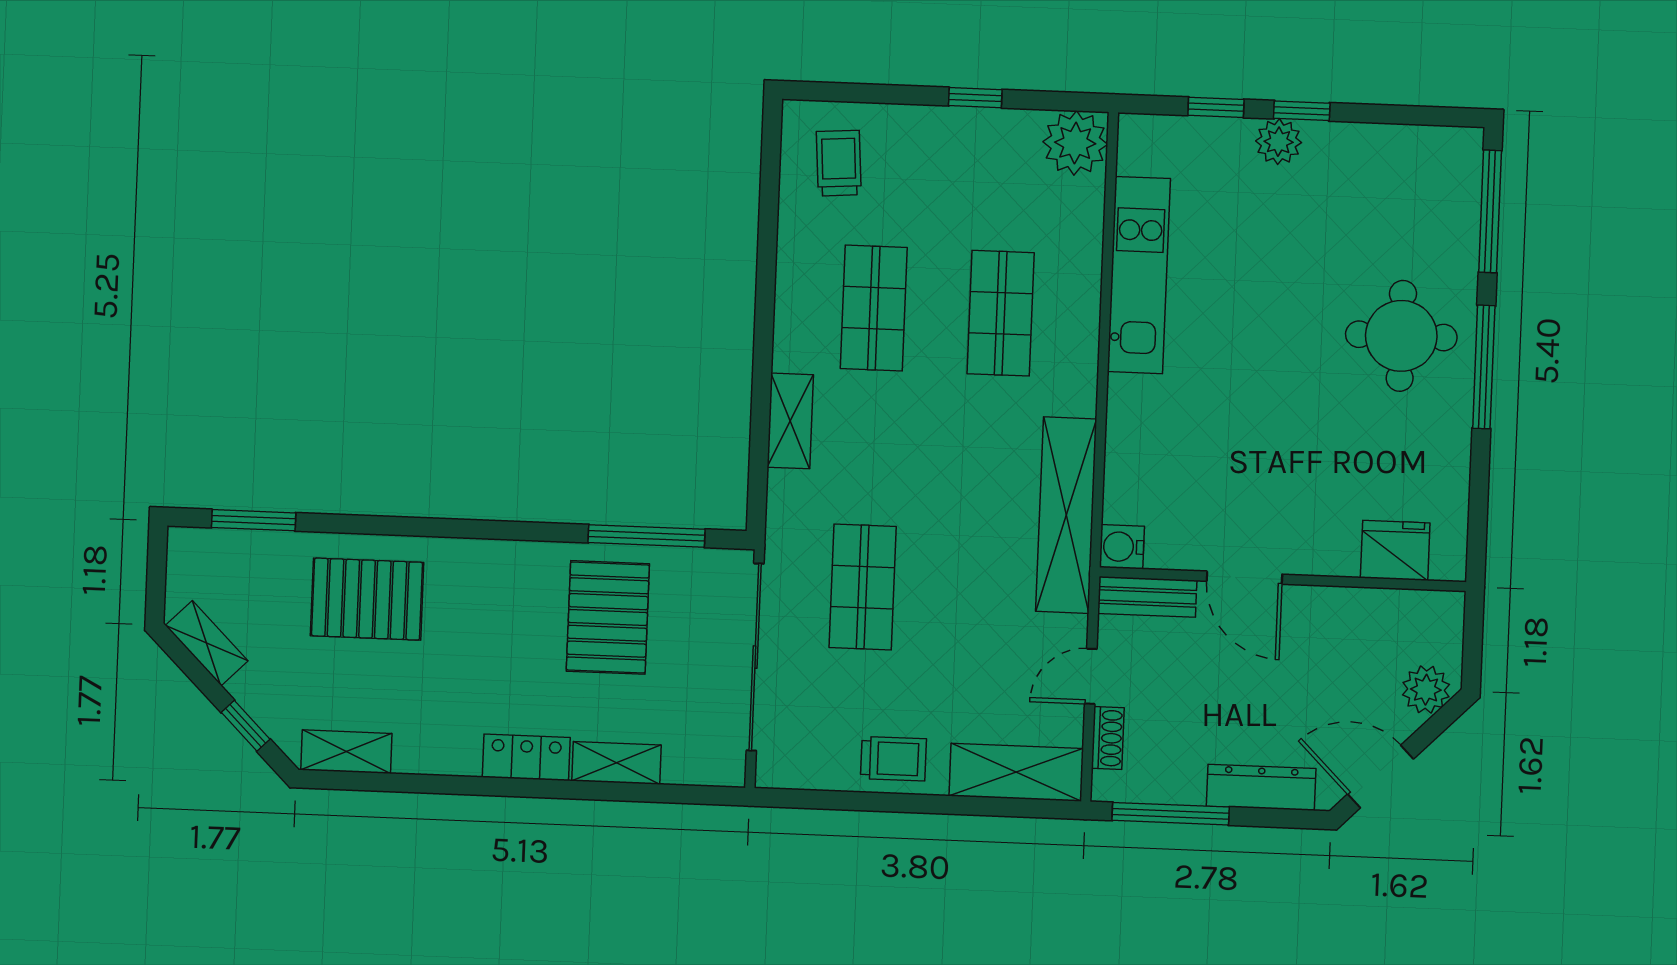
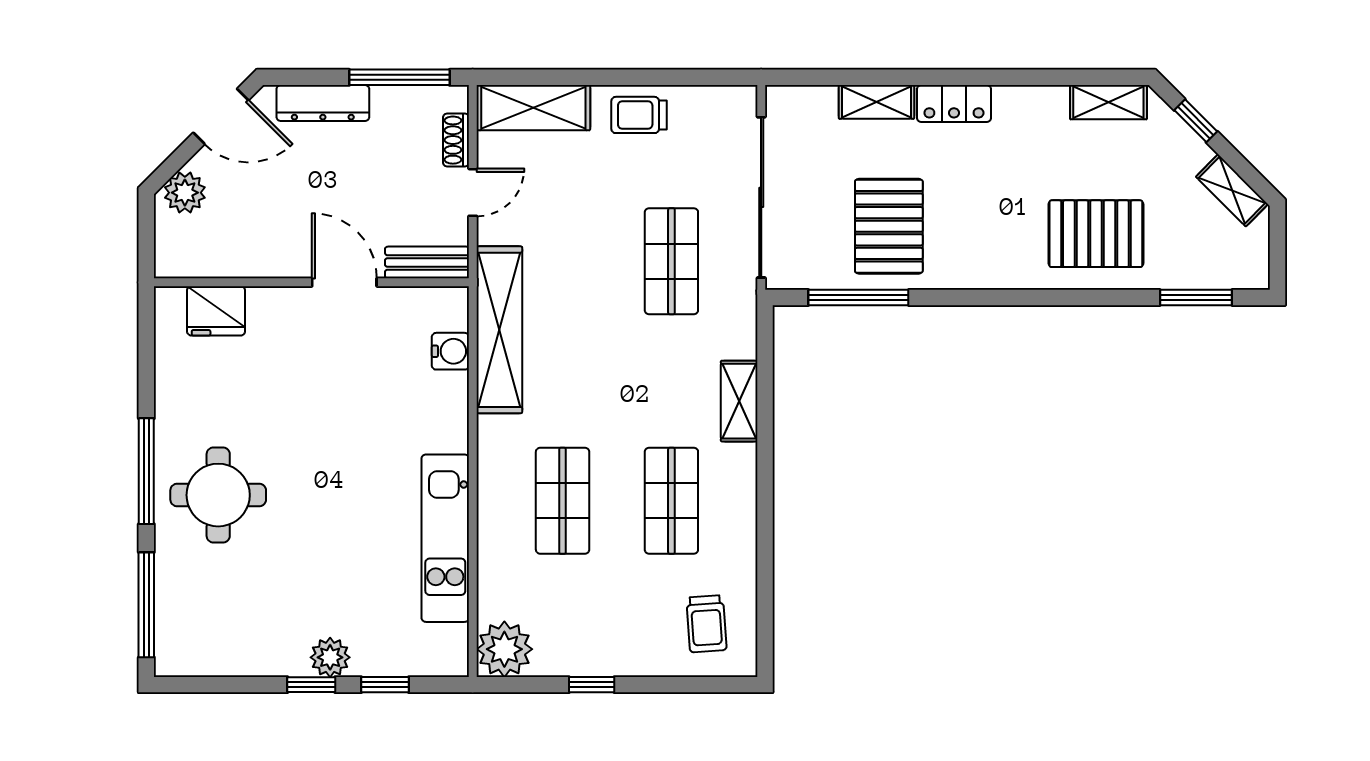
water cooler: (1122, 547) -> (450, 351), moved

